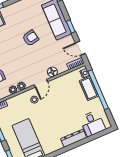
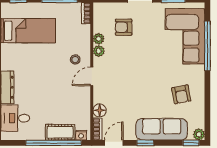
armchair: (31, 38) -> (181, 94), moved
floor lamp: (52, 72) -> (100, 110), moved
door: (41, 83) -> (92, 76), hinge flipped

